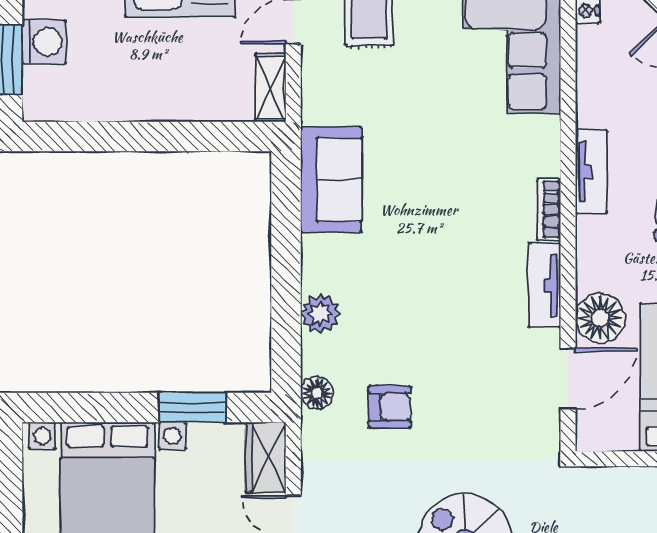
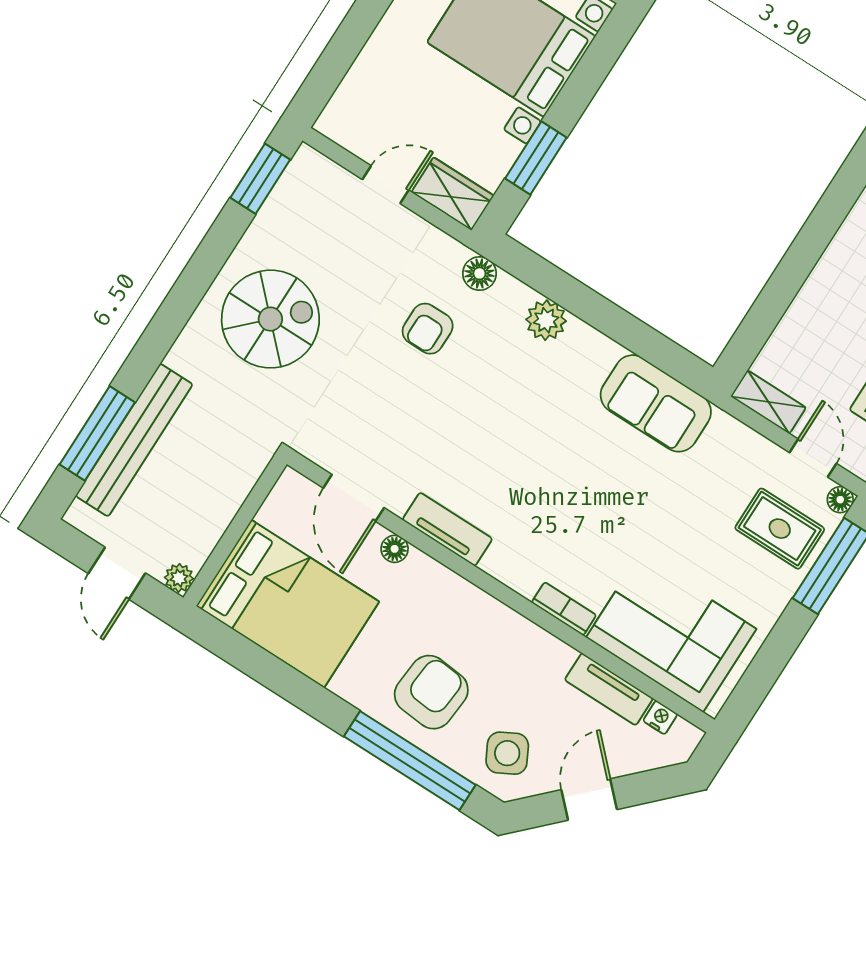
tv unit: (591, 172) -> (609, 689), moved
bookcase: (549, 209) -> (564, 609), moved
floor lamp: (600, 318) -> (395, 549), width x0.53, depth x0.53

